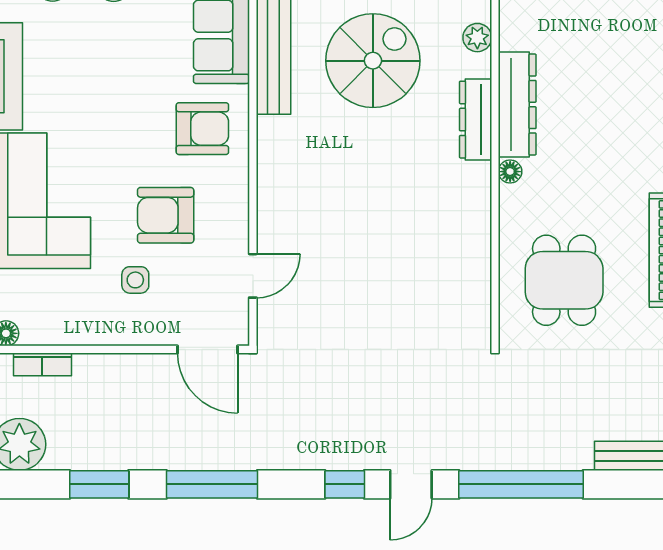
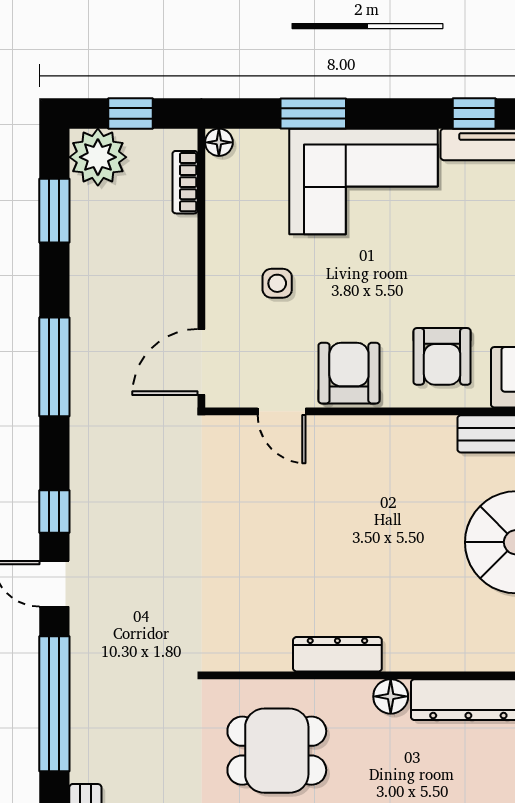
dresser: (476, 120) -> (337, 654), moved
floor lamp: (510, 172) -> (391, 696), width x1.37, depth x1.37
armchair: (166, 215) -> (349, 373), moved
window: (99, 484) -> (54, 211), moved

